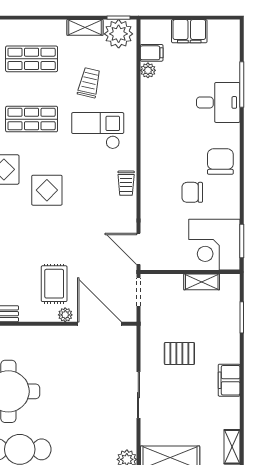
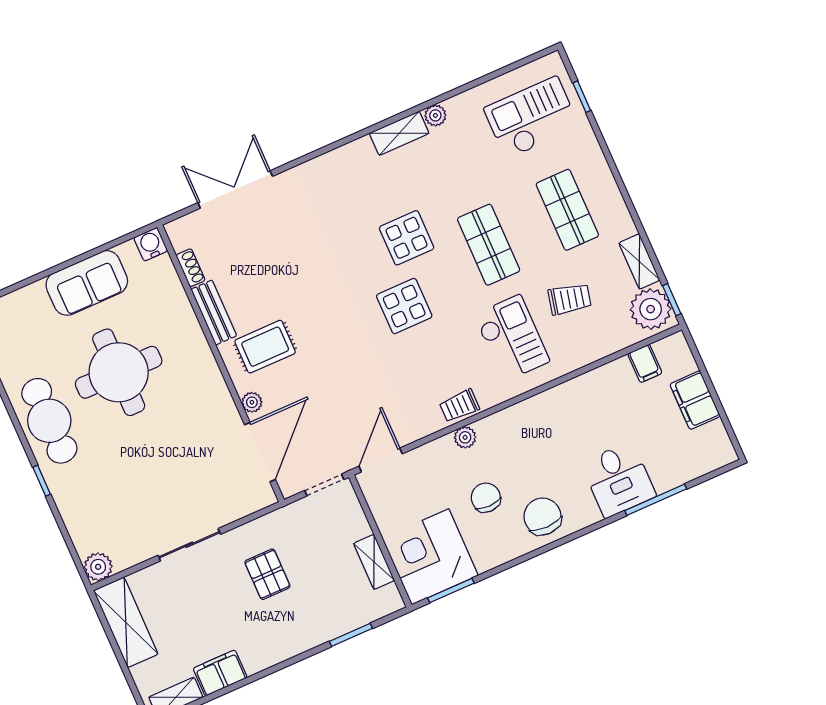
plant: (148, 70) -> (465, 437), moved
chair: (220, 161) -> (542, 516), turned -90
rug: (54, 284) -> (265, 347), moved
filing cabinet: (229, 380) -> (220, 673), moved

